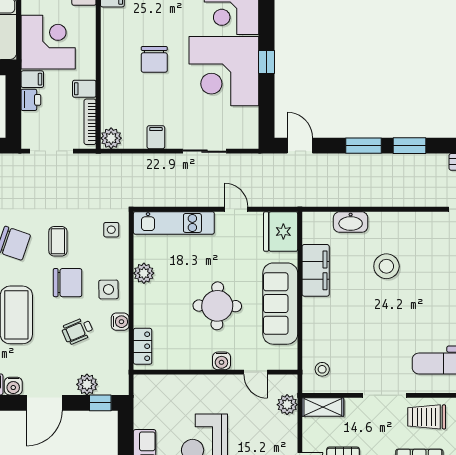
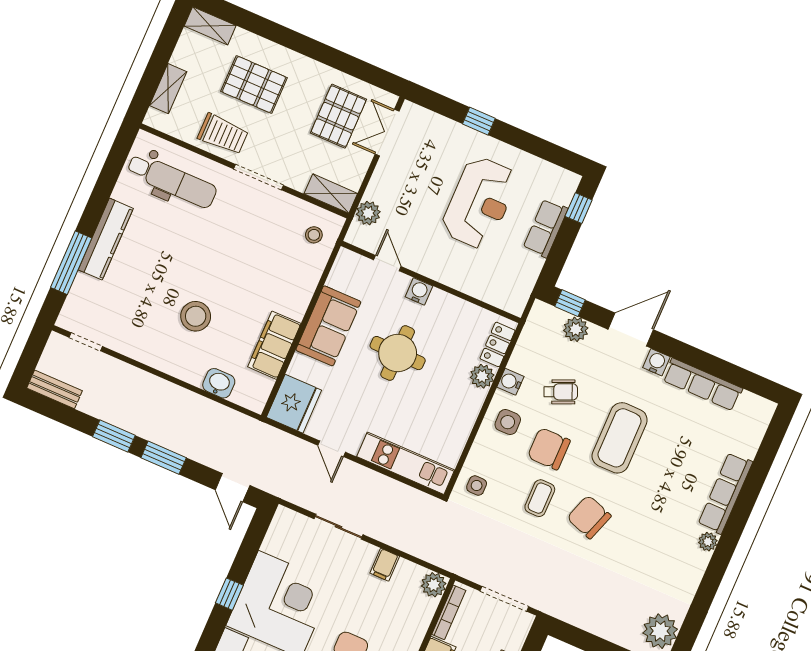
washbasin: (351, 222) -> (219, 383), width x0.72
plant: (144, 273) -> (482, 376), moved
sofa: (280, 304) -> (328, 326), width x0.73

